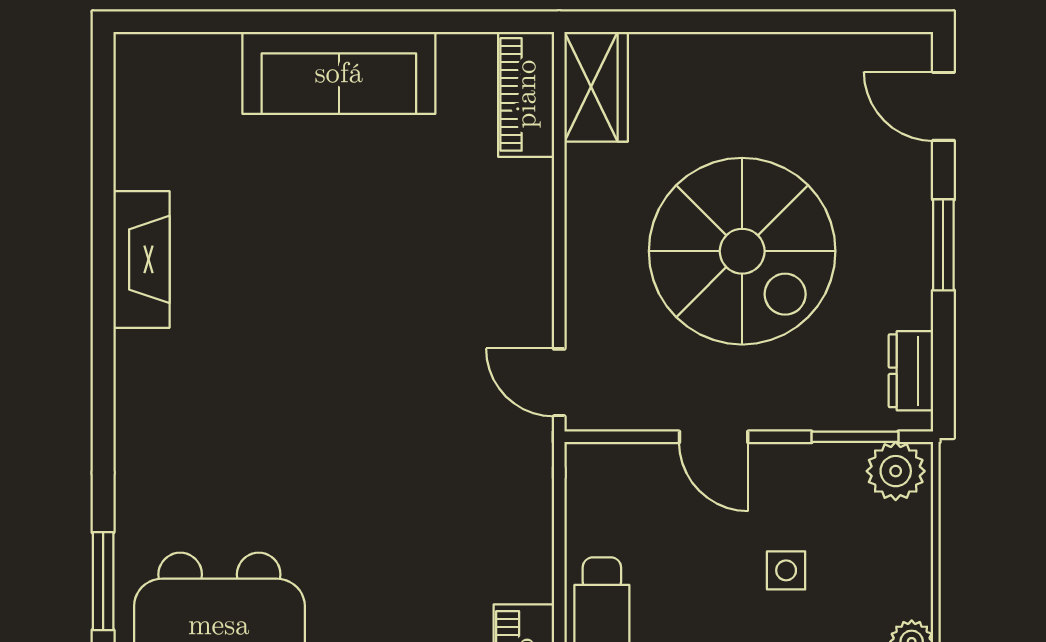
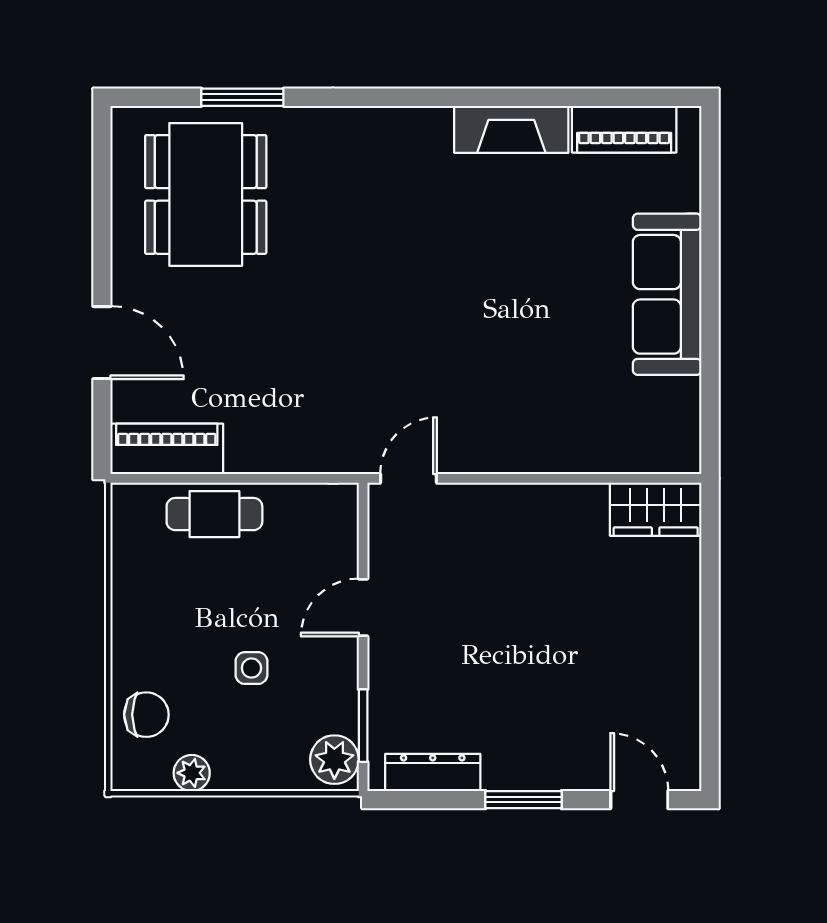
piano: (526, 94) -> (624, 129), moved, turned 180
door: (943, 106) -> (639, 800), hinge flipped
spiral stairs: (742, 251) -> (518, 631), removed
dresser: (911, 371) -> (433, 772), width x1.44

